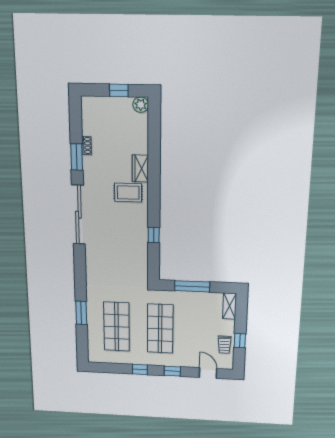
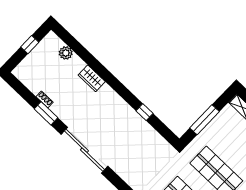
plant: (141, 105) -> (66, 53), moved
rug: (128, 193) -> (100, 102), removed

